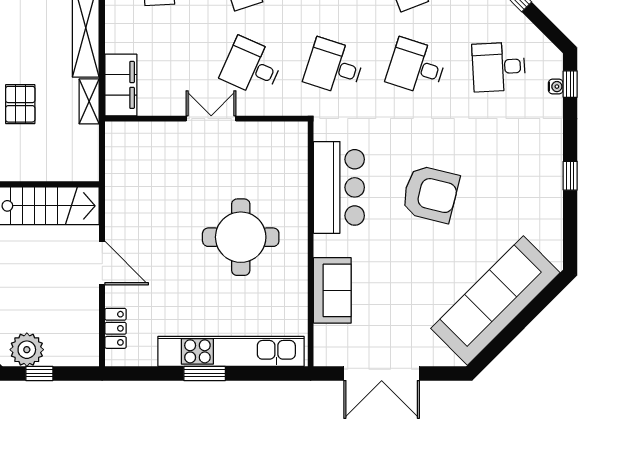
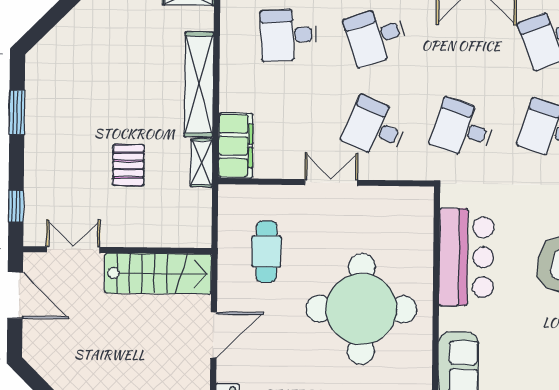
cafe table: (151, 184) -> (266, 251), added
round table: (241, 237) -> (361, 309), width x1.36, depth x1.36
door: (102, 263) -> (214, 335), hinge flipped

